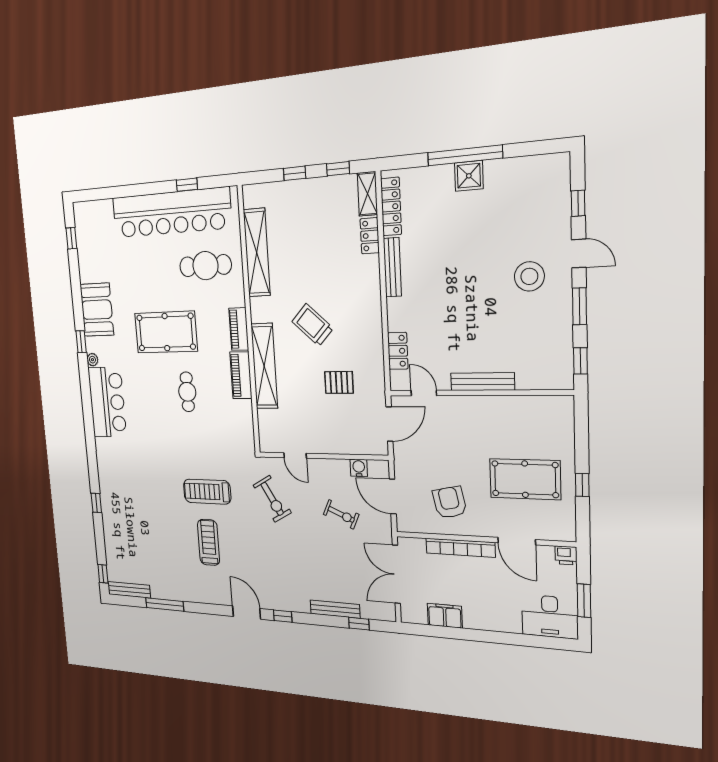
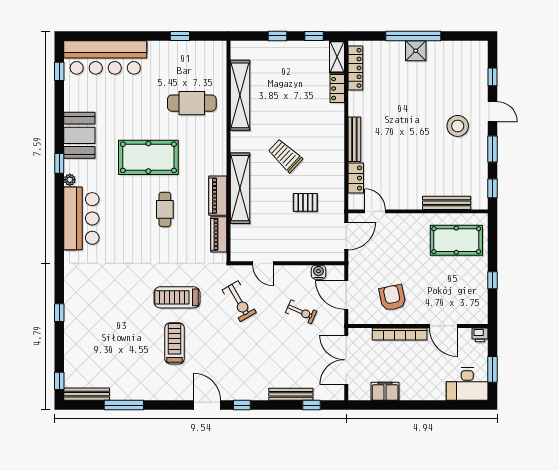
bar counter: (171, 213) -> (105, 57), moved, width x0.73
bench: (392, 267) -> (354, 139), moved
piano: (239, 329) -> (219, 234), moved
bench: (482, 382) -> (447, 203), moved
pool table: (525, 479) -> (456, 240), moved

